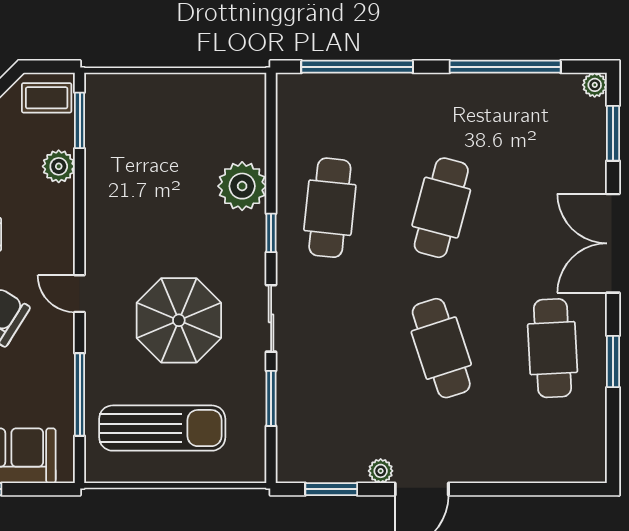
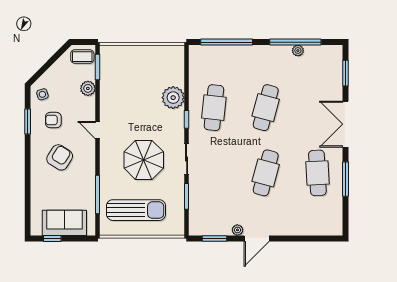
plant: (595, 85) -> (298, 51), moved
door: (80, 294) -> (98, 130), moved
cafe table: (441, 348) -> (266, 173), turned 33
window: (613, 362) -> (345, 179), width x1.44

